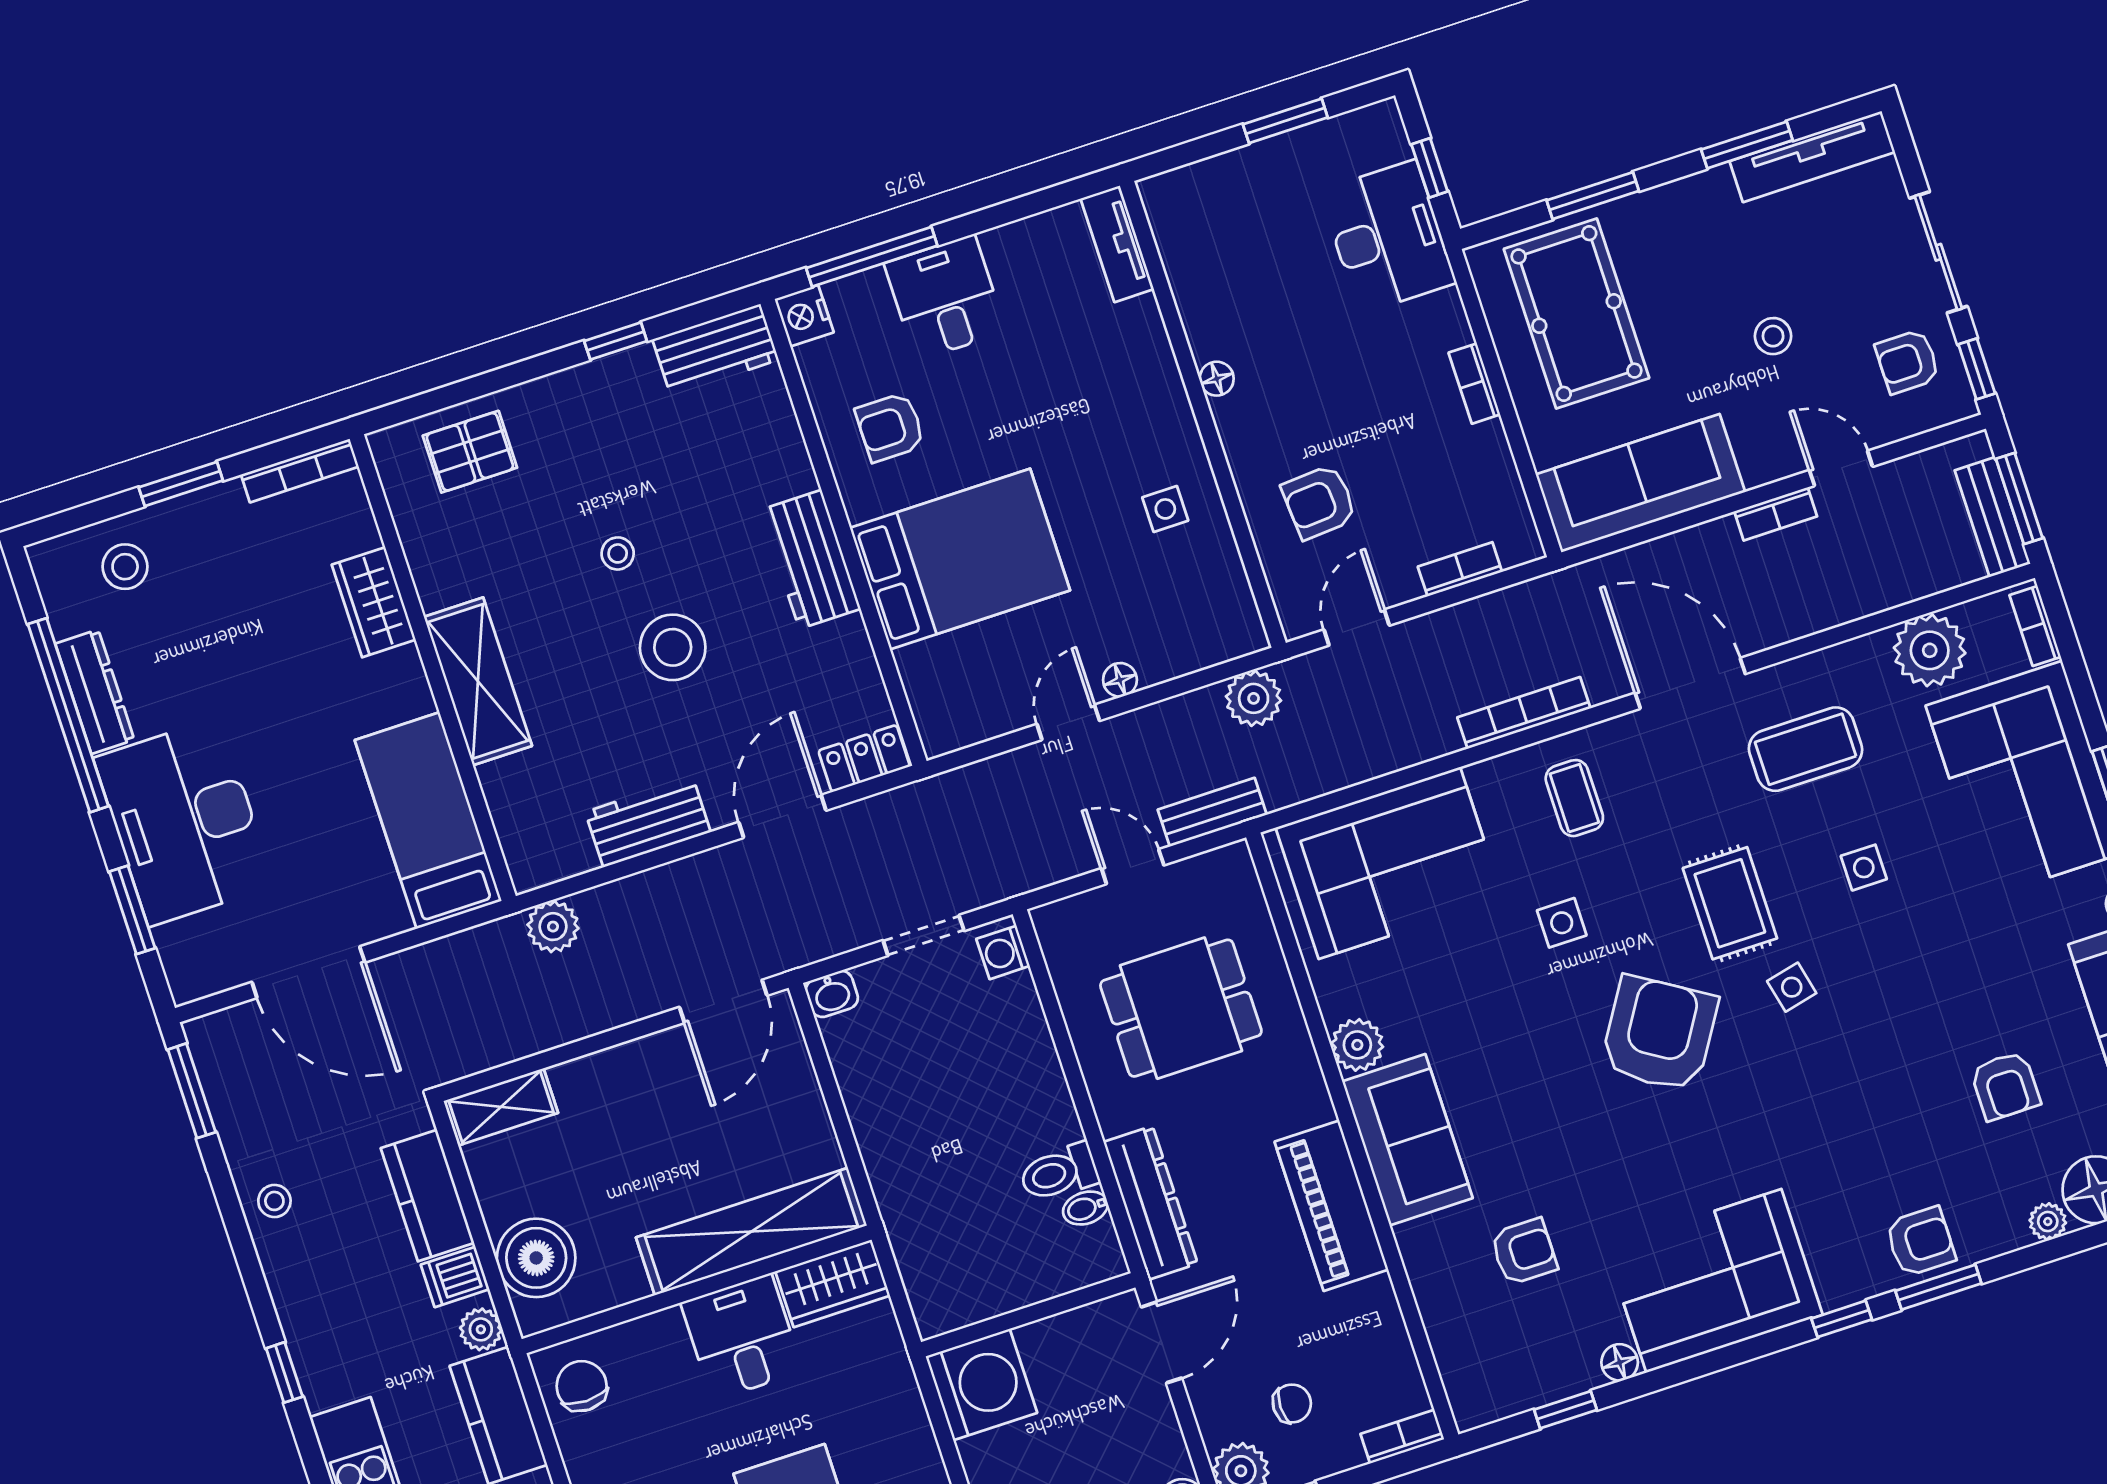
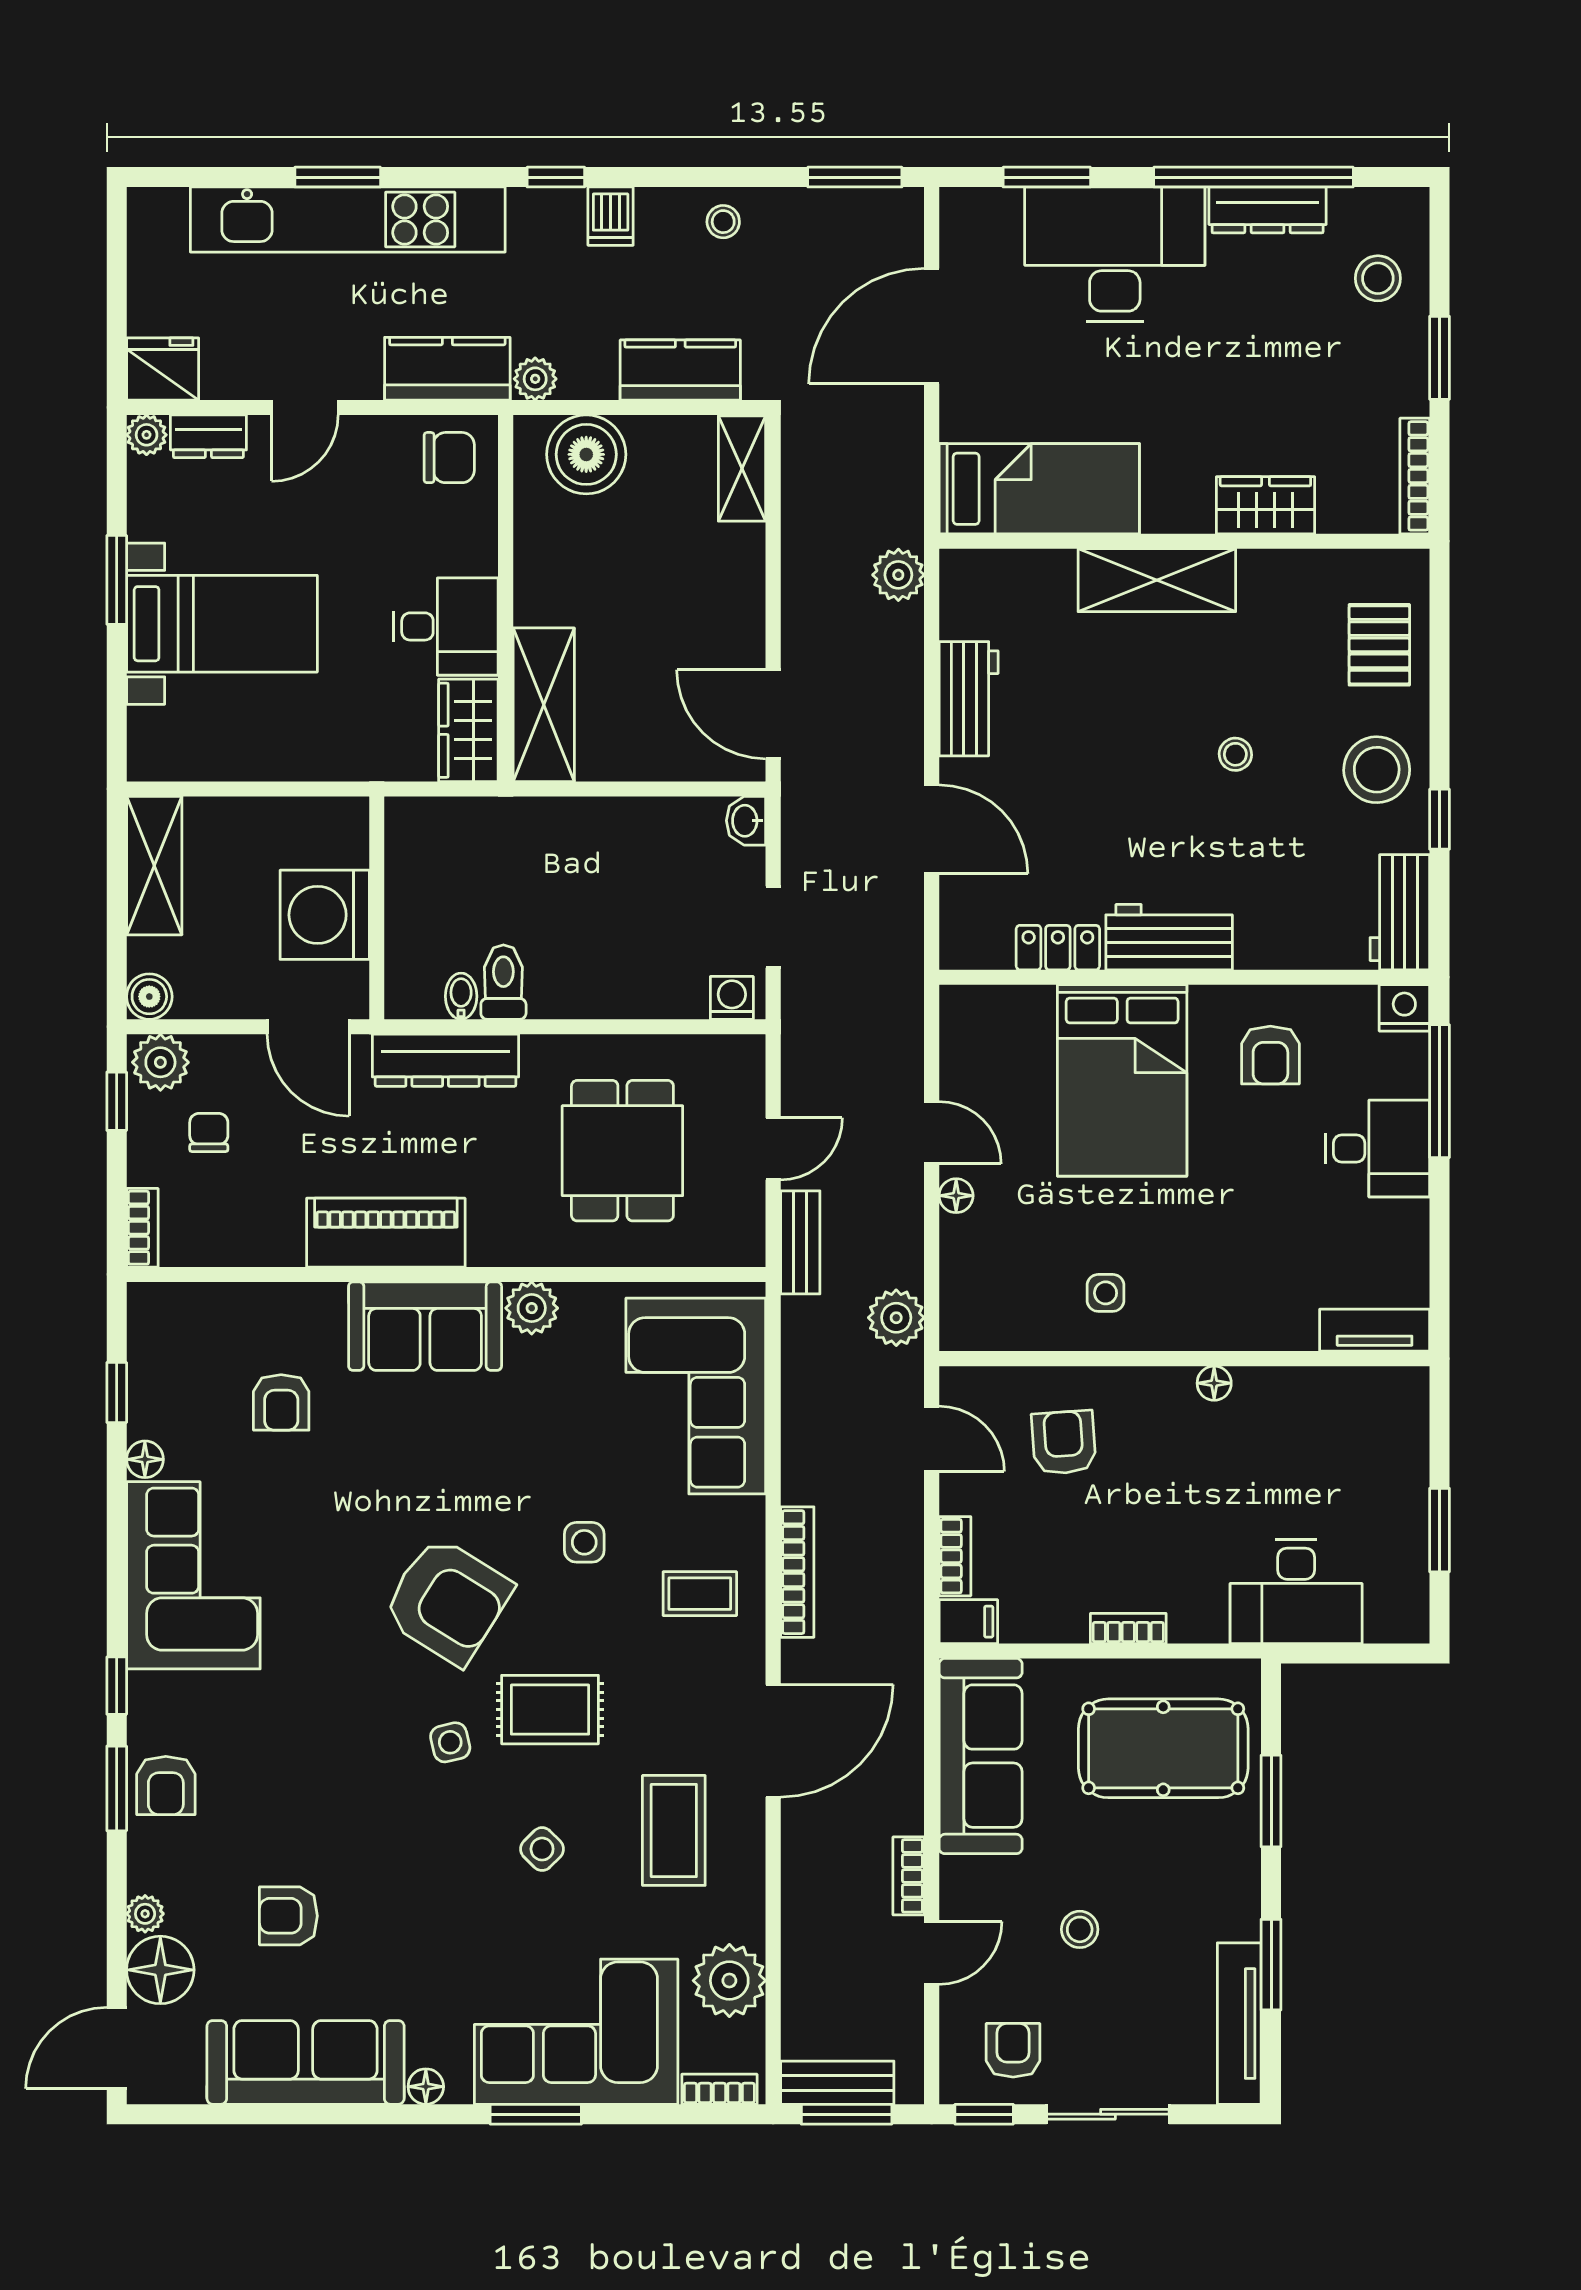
window: (1430, 168) -> (1349, 1653), removed
armchair: (890, 427) -> (1270, 1055), turned 180
filing cabinet: (1518, 536) -> (968, 1622), added
stool: (673, 647) -> (1377, 770), moved
locker: (864, 759) -> (1058, 948), moved, turned -90
side table: (1864, 868) -> (542, 1849), turned 45
shelving: (751, 1232) -> (544, 705), width x0.68
dishwasher: (455, 1277) -> (611, 216), moved, turned 180
washing machine: (981, 1385) -> (325, 915), moved, turned 90
chair: (1292, 1404) -> (209, 1132), turned 180

